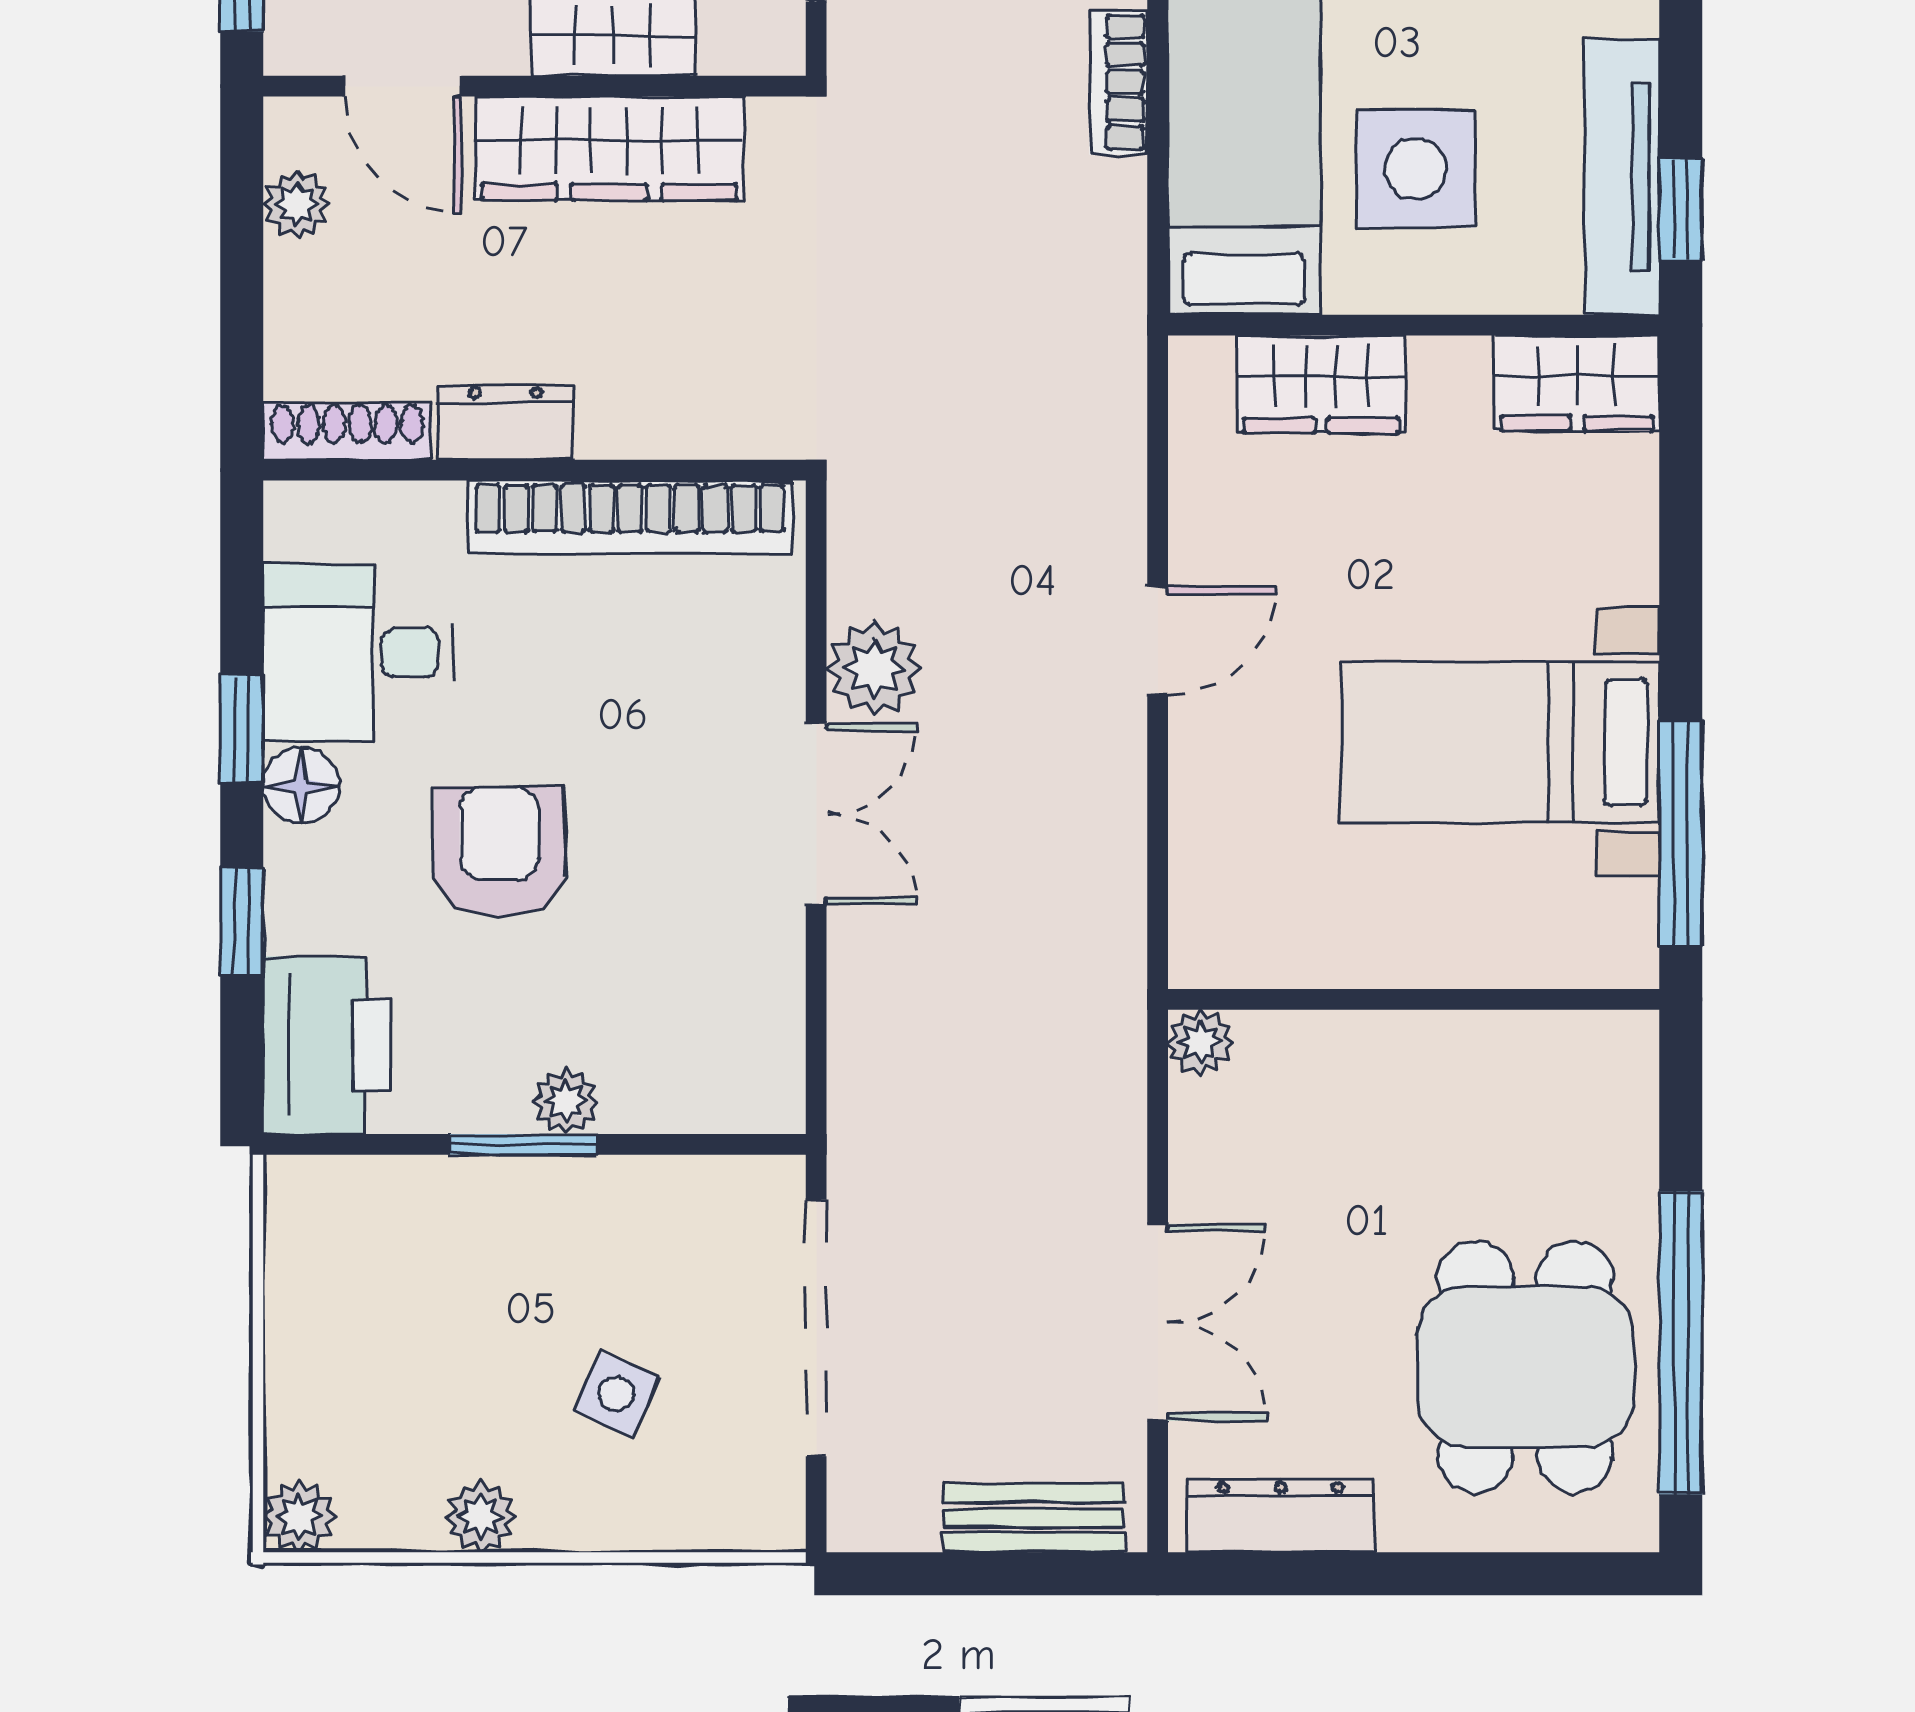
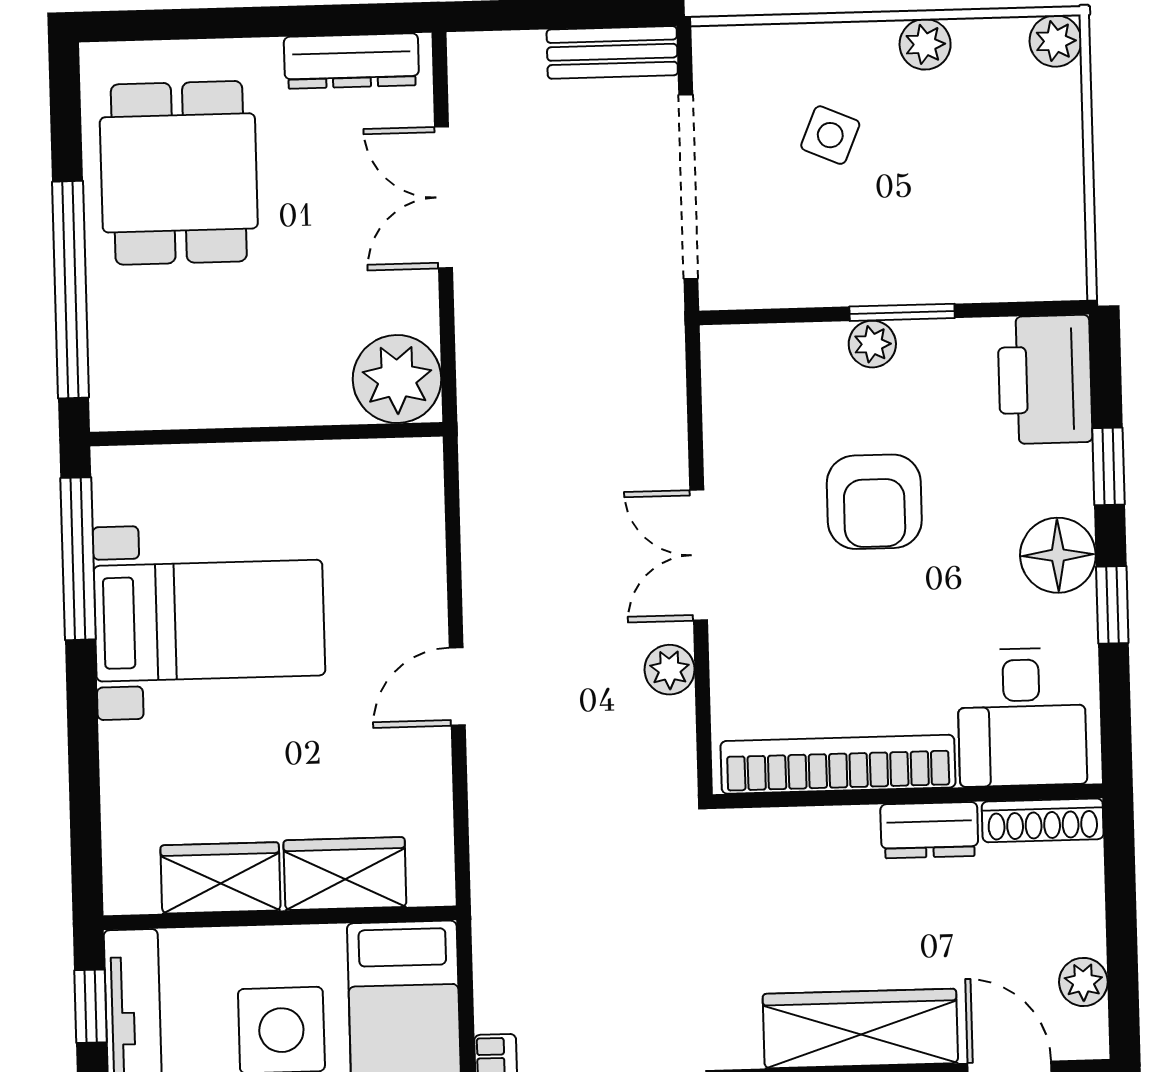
wardrobe: (1577, 383) -> (221, 878), moved
desk: (358, 652) -> (1022, 717), moved, turned 90
plant: (874, 669) -> (670, 670), width x0.73, depth x0.73
floor lamp: (301, 786) -> (1058, 555), width x1.38, depth x1.38
armchair: (499, 851) -> (874, 502), moved
plant: (1201, 1042) -> (397, 379), width x1.87, depth x1.87
window: (1681, 1343) -> (71, 290), moved
bench: (1034, 1518) -> (612, 52), moved

